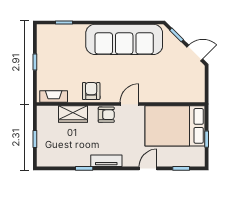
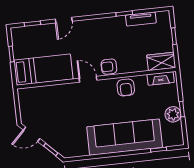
sofa: (124, 39) -> (125, 137), moved
plant: (45, 58) -> (173, 114), added
door: (130, 104) -> (88, 79), swing flipped
wardrobe: (73, 114) -> (161, 61), moved
bed: (175, 126) -> (43, 70), width x0.67
tv unit: (106, 161) -> (141, 19), moved

